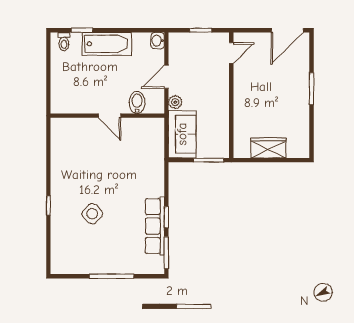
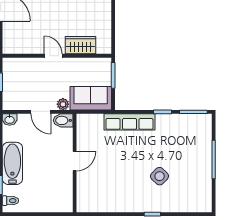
door: (231, 53) -> (53, 56), moved
bidet: (137, 102) -> (63, 120), moved
wardrobe: (268, 148) -> (80, 45), moved, turned 90
row of seats: (155, 226) -> (130, 122), moved

